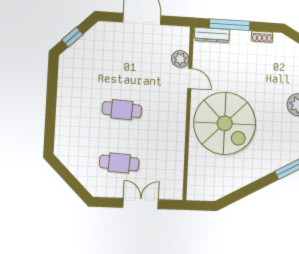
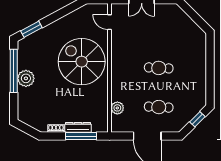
dresser: (212, 35) -> (78, 127), moved
door: (190, 78) -> (110, 22), moved
cafe table: (119, 163) -> (159, 107), moved

